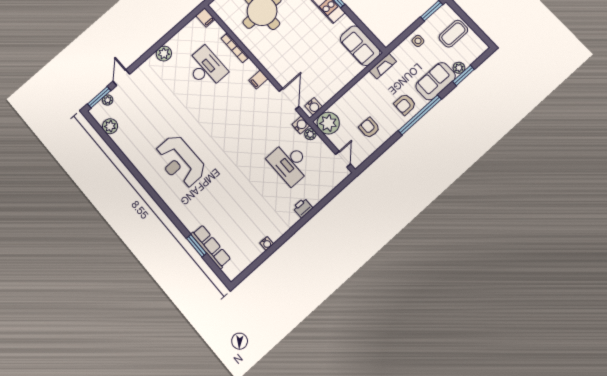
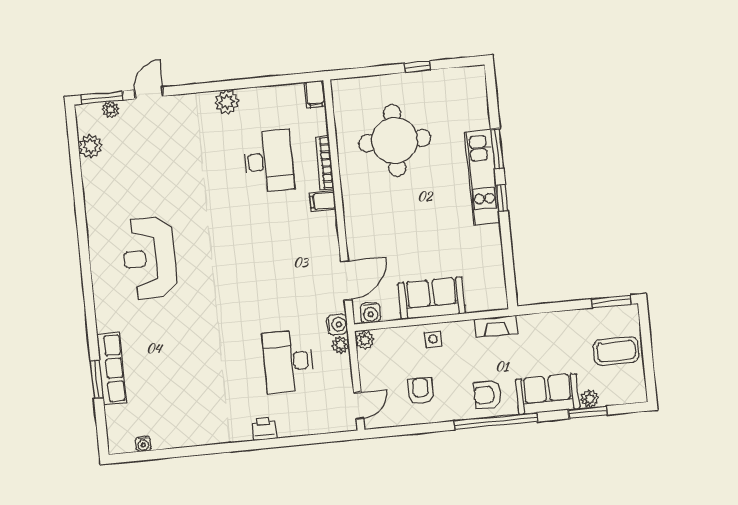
side table: (418, 41) -> (433, 339), moved
sofa: (360, 46) -> (432, 298), moved, turned 90
filing cabinet: (258, 80) -> (323, 201), moved
plant: (328, 123) -> (365, 340), width x0.53, depth x0.53
water cooler: (267, 243) -> (143, 444), moved
row of seats: (211, 247) -> (111, 368), moved

